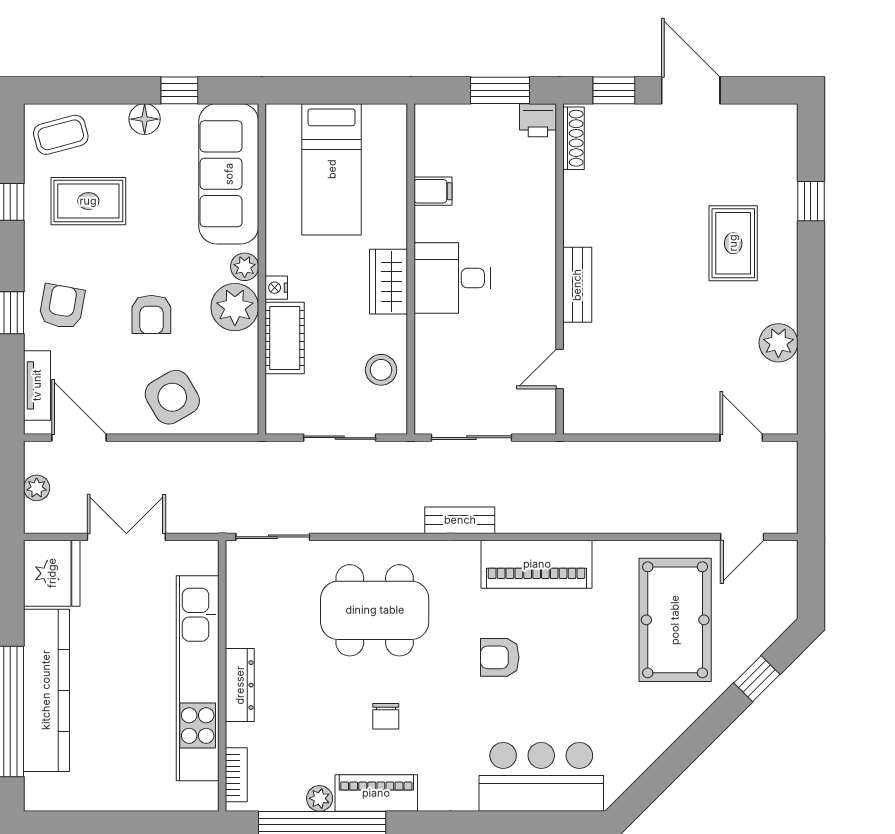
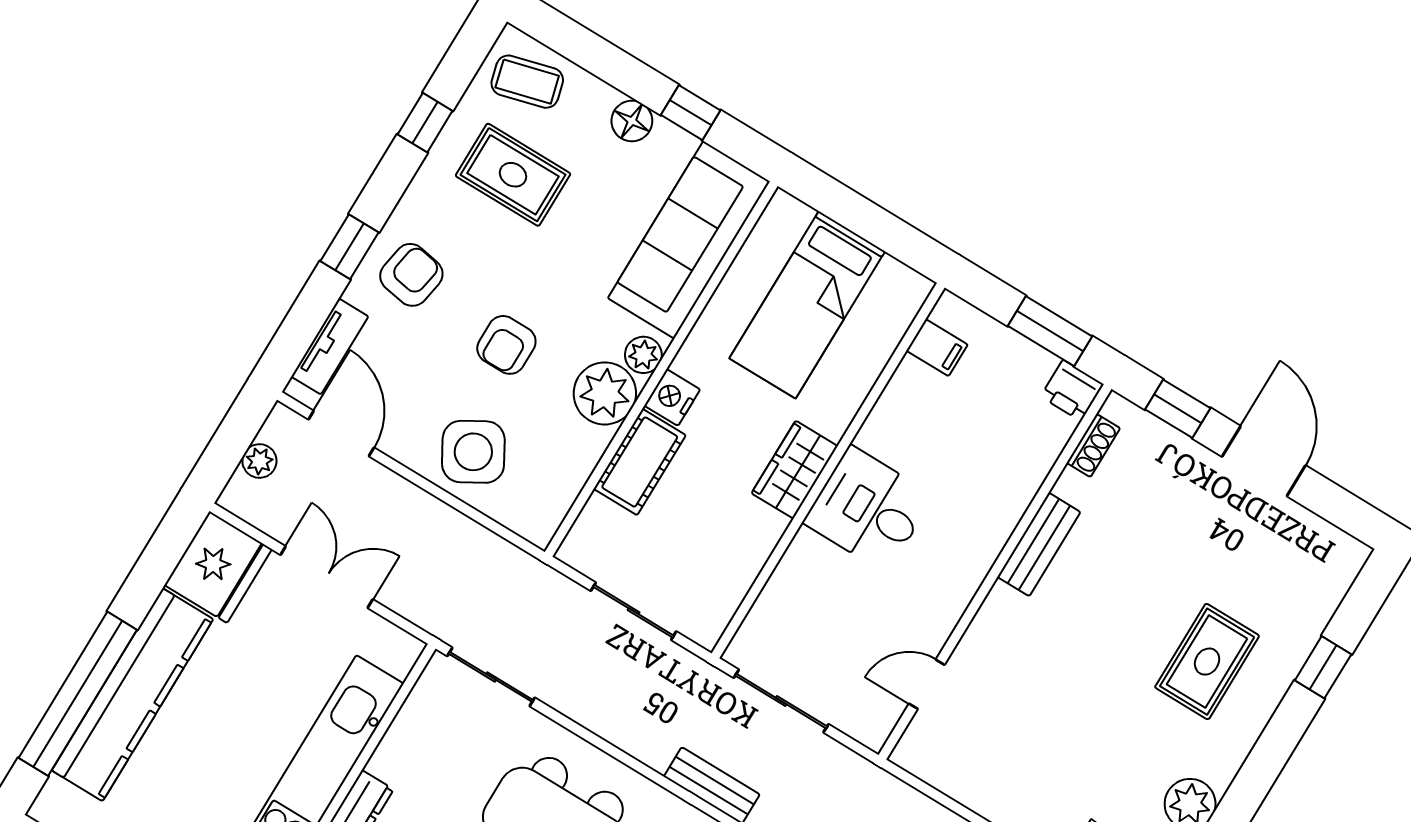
shoe rack: (574, 138) -> (1093, 445), width x0.70
filing cabinet: (433, 191) -> (937, 348), moved
bench: (577, 285) -> (1039, 544), moved
nightstand: (276, 288) -> (672, 397), width x1.39, depth x1.35
stool: (381, 370) -> (726, 563), removed

